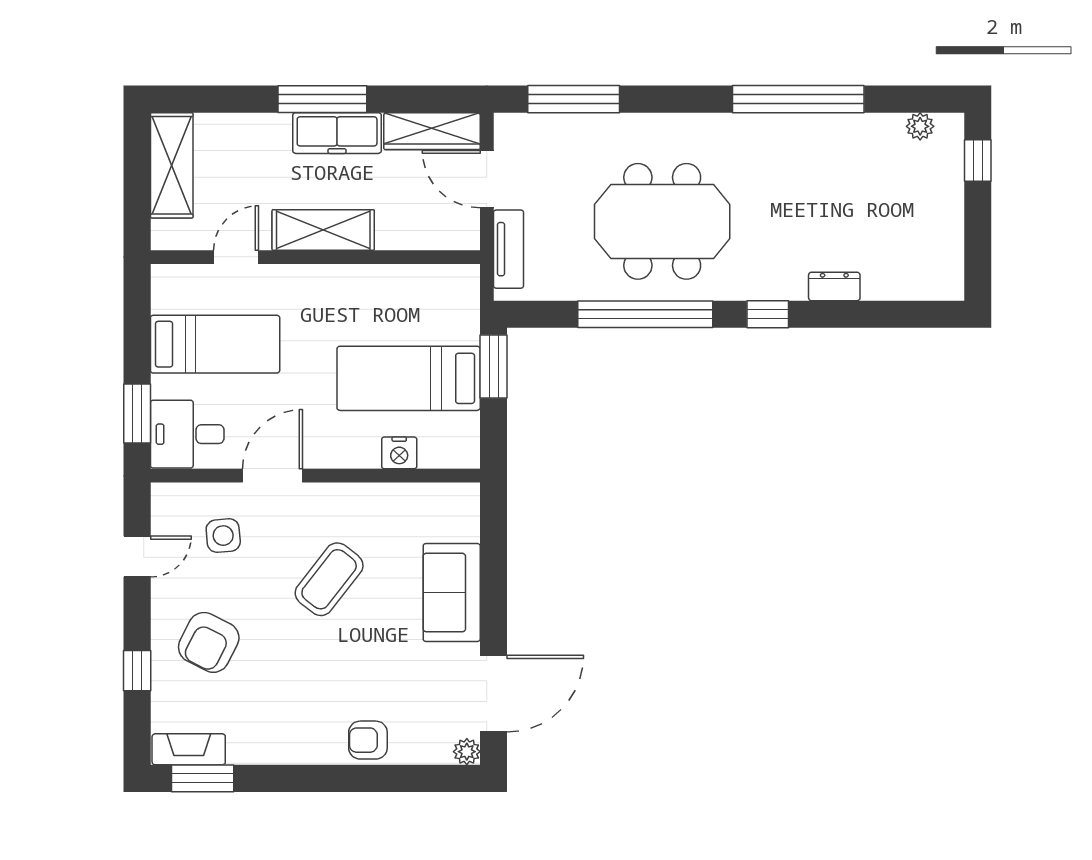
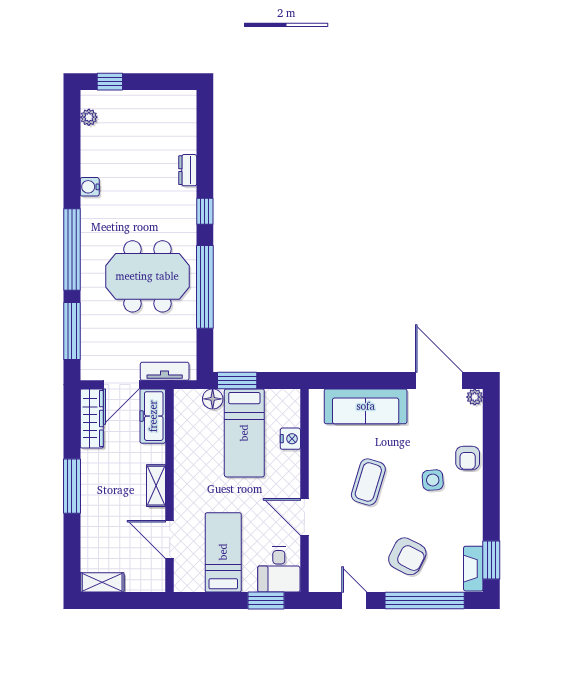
window: (798, 99) -> (72, 250), moved
water cooler: (807, 128) -> (90, 187), added
freezer: (337, 133) -> (153, 416), moved, turned 180
shelving: (172, 165) -> (102, 582), width x0.67, depth x0.75
meeting table: (662, 221) -> (147, 276), turned 90
shelving: (323, 230) -> (156, 486), width x0.67, depth x0.75
door: (236, 257) -> (170, 539), width x1.38
floor lamp: (464, 327) -> (213, 399), added
side table: (223, 536) -> (433, 480), moved
coffee table: (329, 579) -> (368, 482), turned 69
sofa: (452, 593) -> (366, 406), width x1.36
window: (137, 671) -> (425, 600), width x3.17

